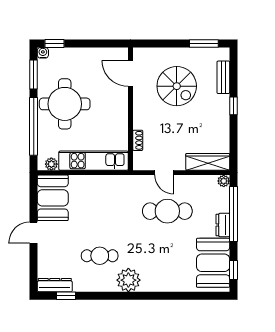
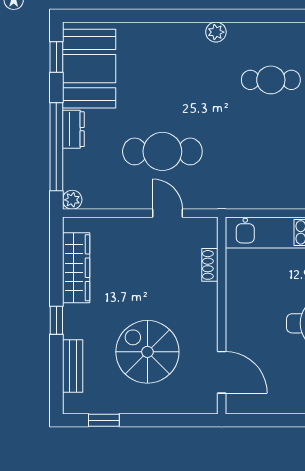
window: (204, 44) -> (104, 420), width x0.67
wardrobe: (208, 162) -> (76, 268), moved, turned -90
plant: (128, 280) -> (216, 32), width x0.53, depth x0.53

